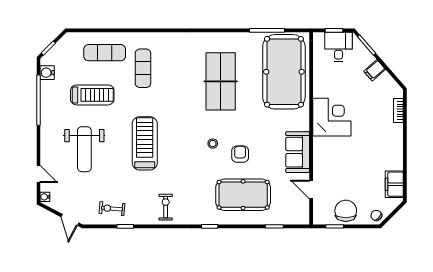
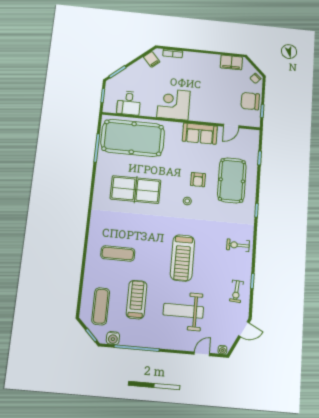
desk: (339, 47) -> (129, 103), moved, turned -90
exercise mat: (105, 53) -> (101, 306), moved
filing cabinet: (375, 70) -> (152, 59), moved
treadmill: (145, 143) -> (182, 258), turned -90
weight bench: (84, 149) -> (183, 311), turned 180
armchair: (240, 154) -> (198, 180), turned -90

